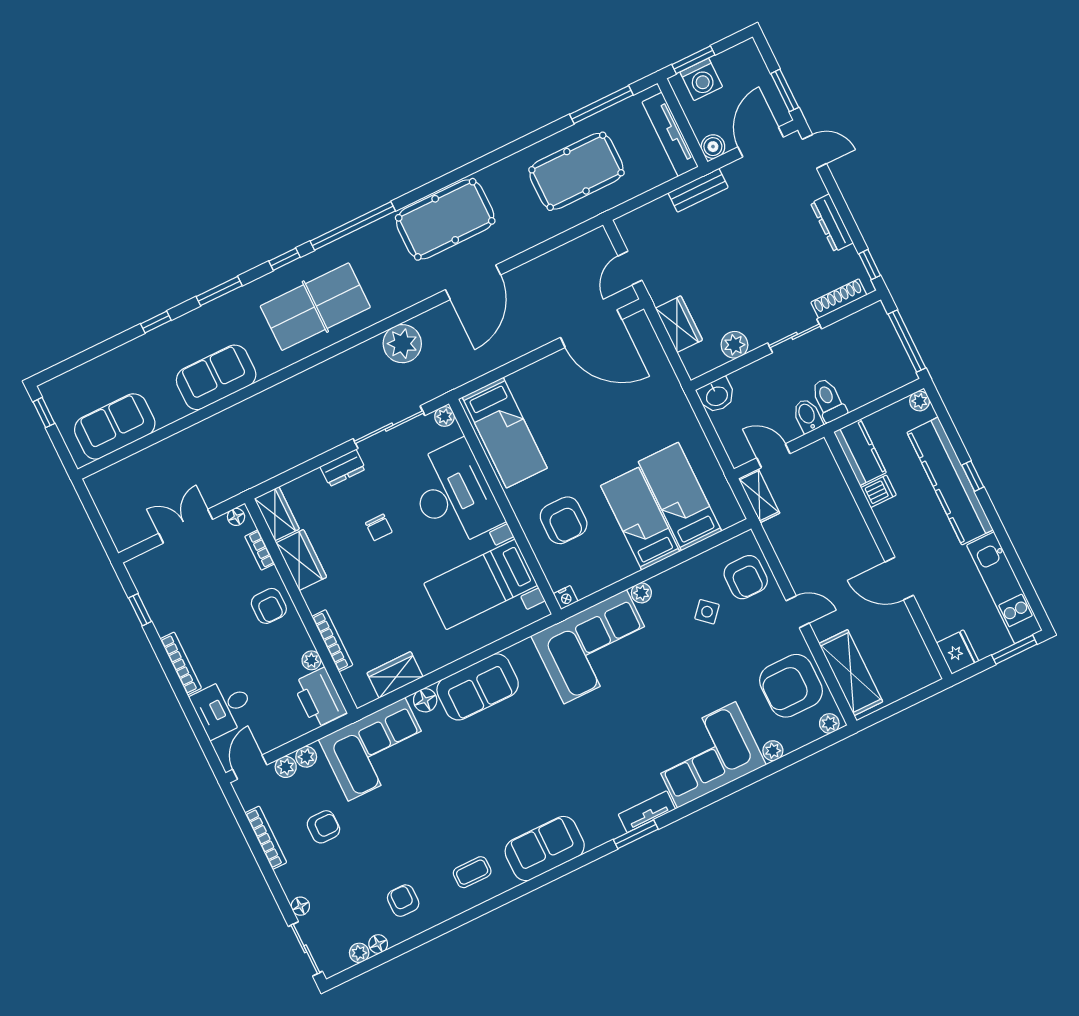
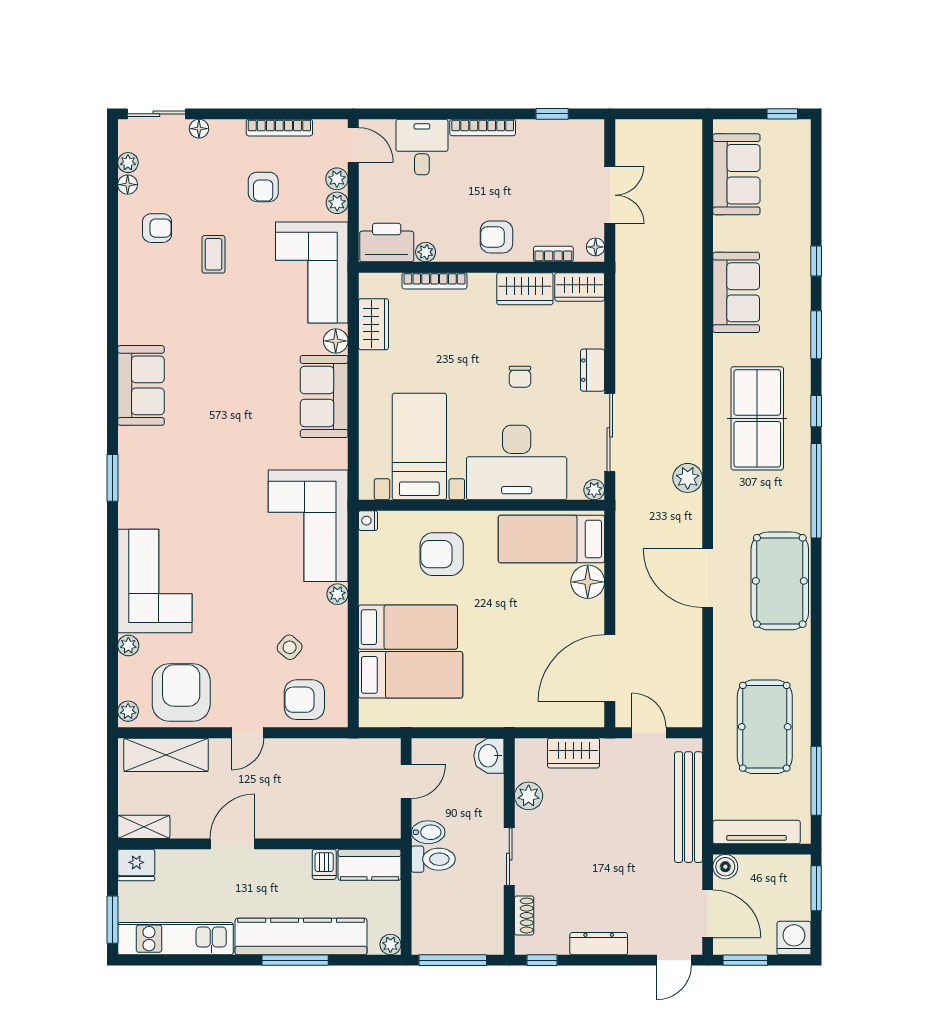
washing machine: (701, 79) -> (794, 938), moved, turned 90
bench: (698, 190) -> (689, 807), width x1.86, depth x1.21
shoe rack: (839, 299) -> (524, 915), width x0.70
plant: (402, 344) -> (688, 478), width x0.73, depth x0.73
floor lamp: (526, 384) -> (588, 582), added
window: (973, 476) -> (295, 960), width x2.17
shelving: (759, 496) -> (144, 827), moved
chair: (379, 527) -> (520, 377), turned -90
tv unit: (647, 812) -> (129, 499), removed
coffee table: (472, 872) -> (213, 254), moved

